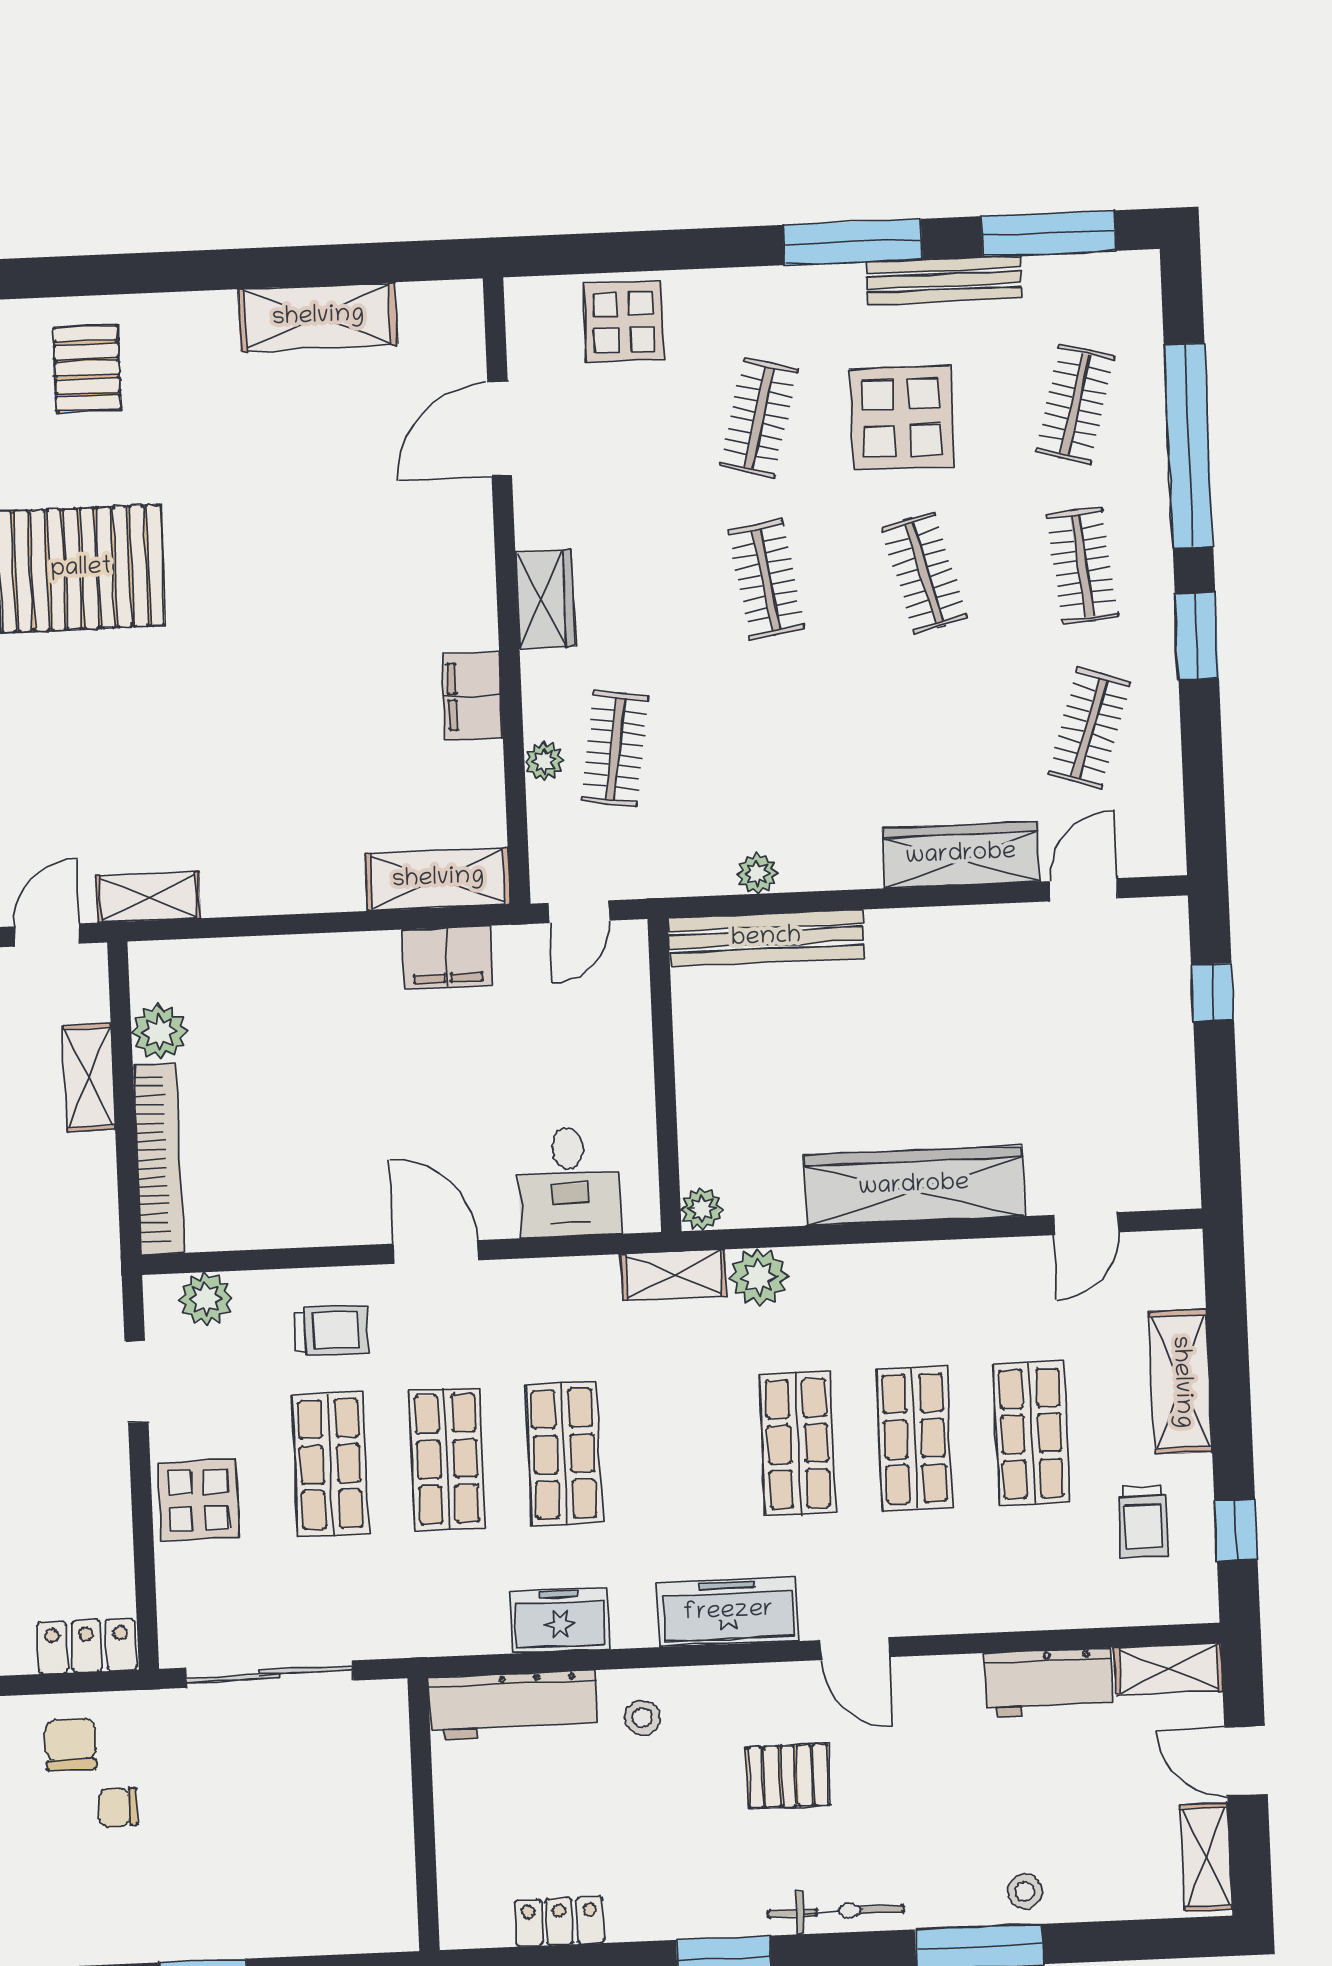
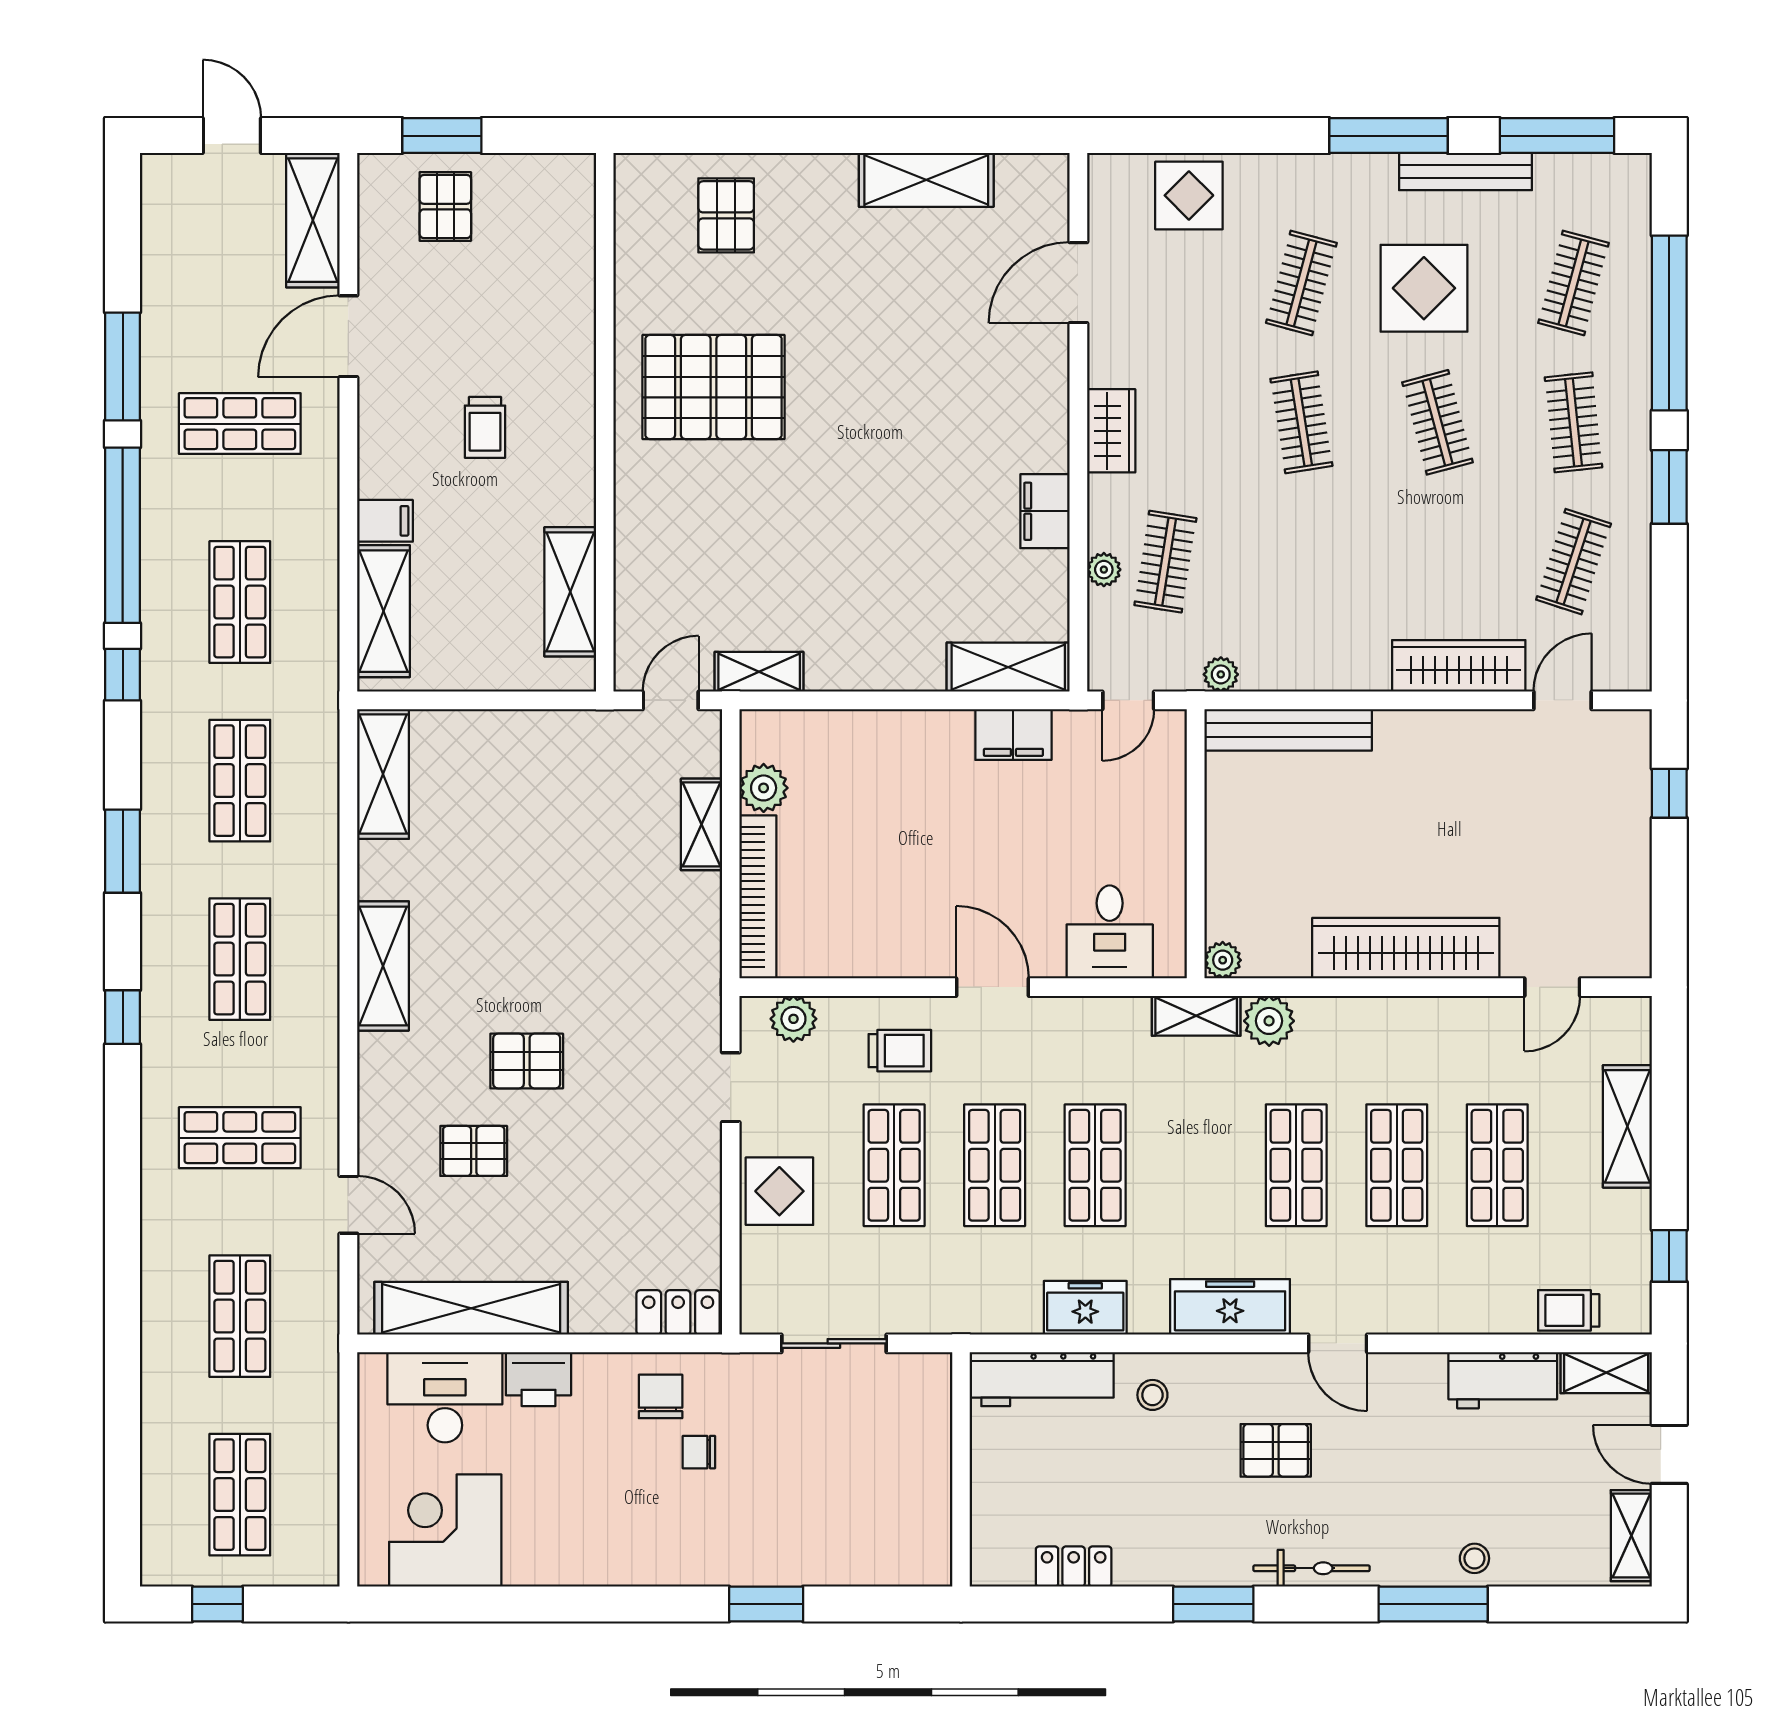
plant: (757, 874) -> (1221, 674), moved
trolley: (1143, 1522) -> (1569, 1310), moved, turned 90
sliding door: (269, 1674) -> (834, 1343), width x0.73

